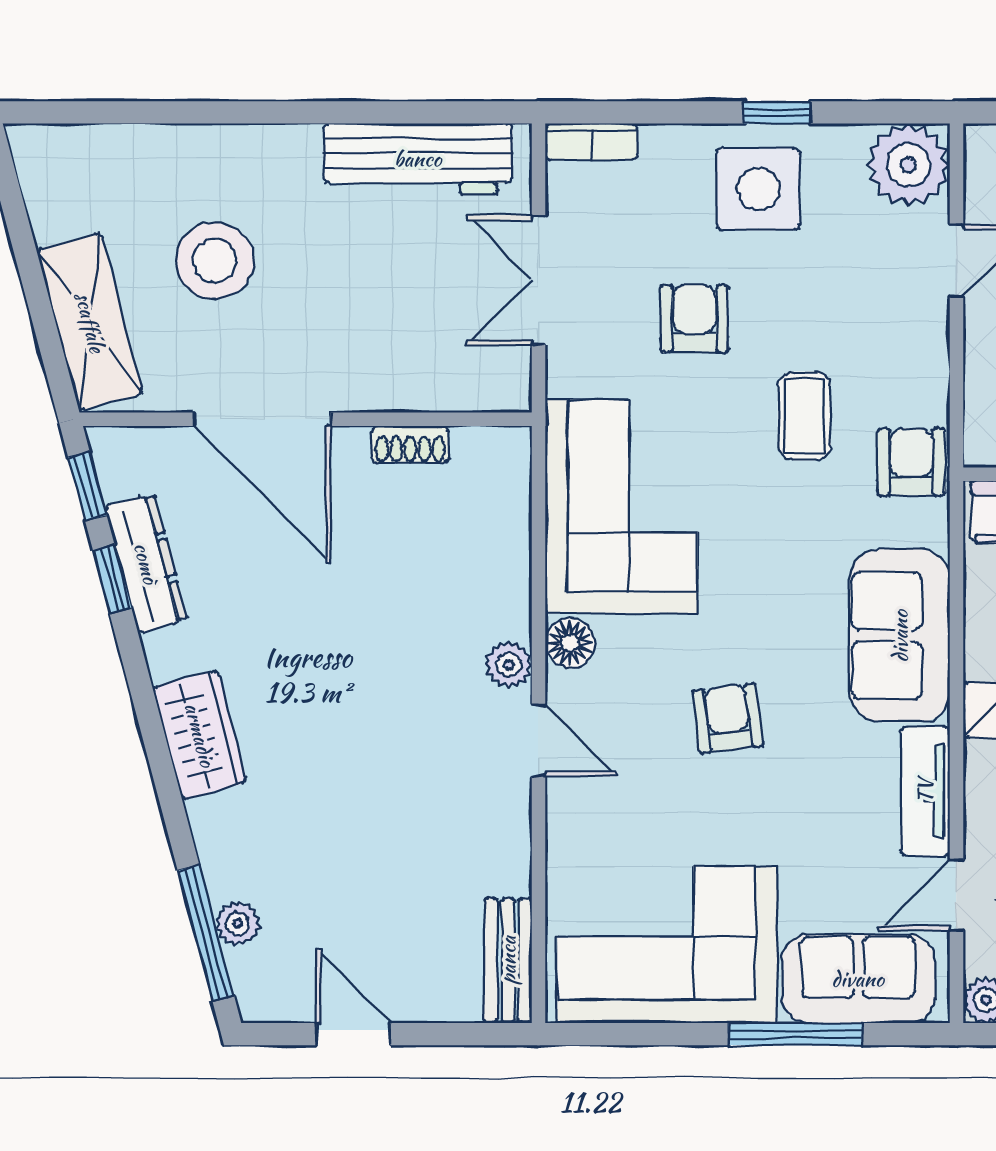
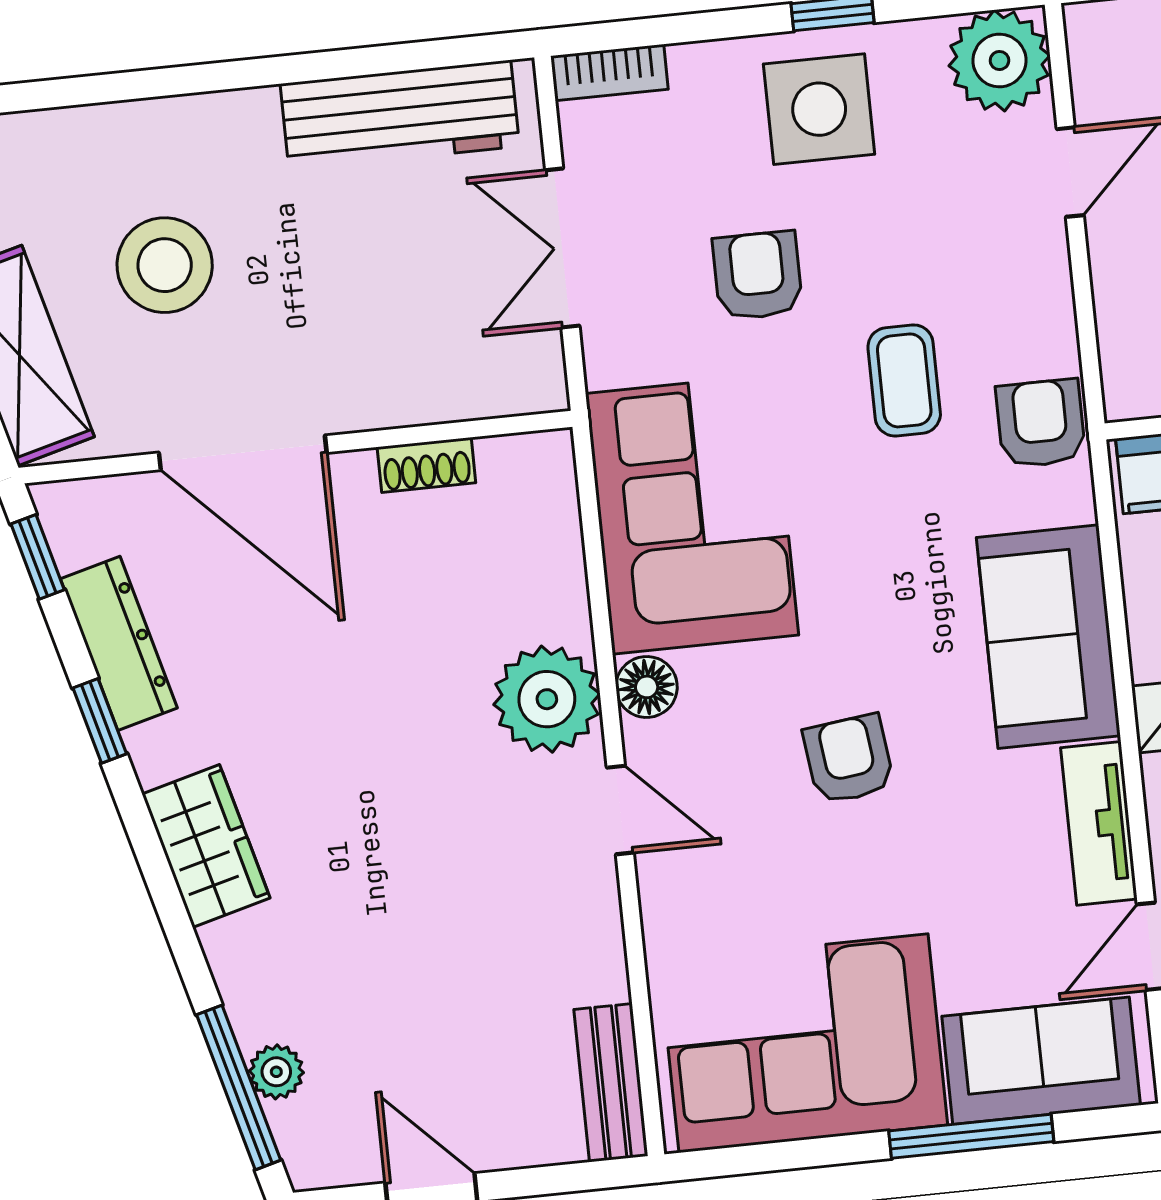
window: (112, 579) -> (100, 721), moved
plant: (509, 665) -> (547, 699), width x1.87, depth x1.87

